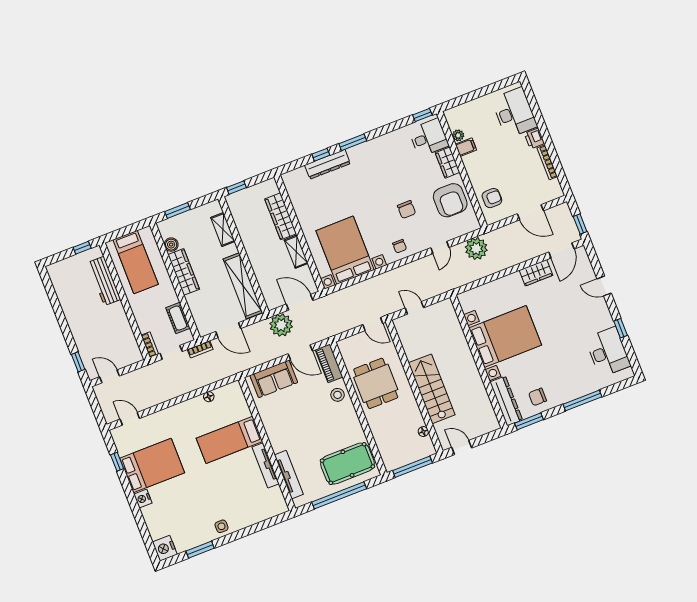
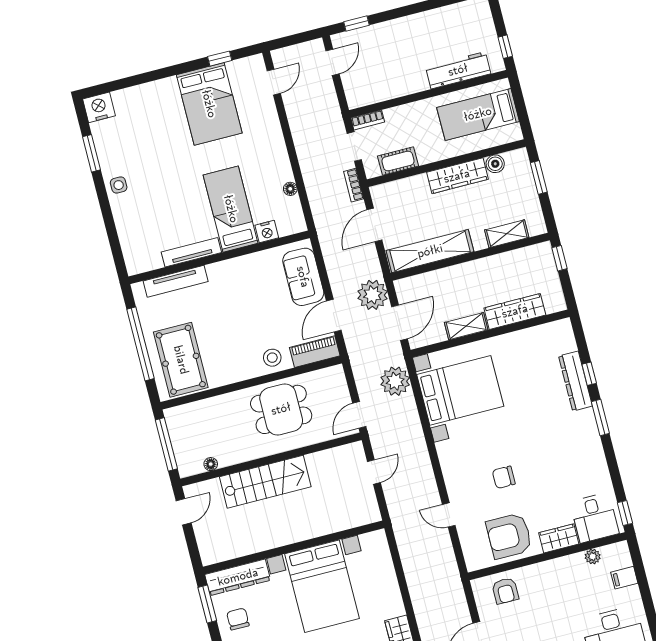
filing cabinet: (466, 147) -> (624, 578), moved, turned 90
chair: (400, 246) -> (457, 462), removed
plant: (476, 249) -> (395, 381), moved
nightstand: (143, 499) -> (267, 232), moved, turned 180

